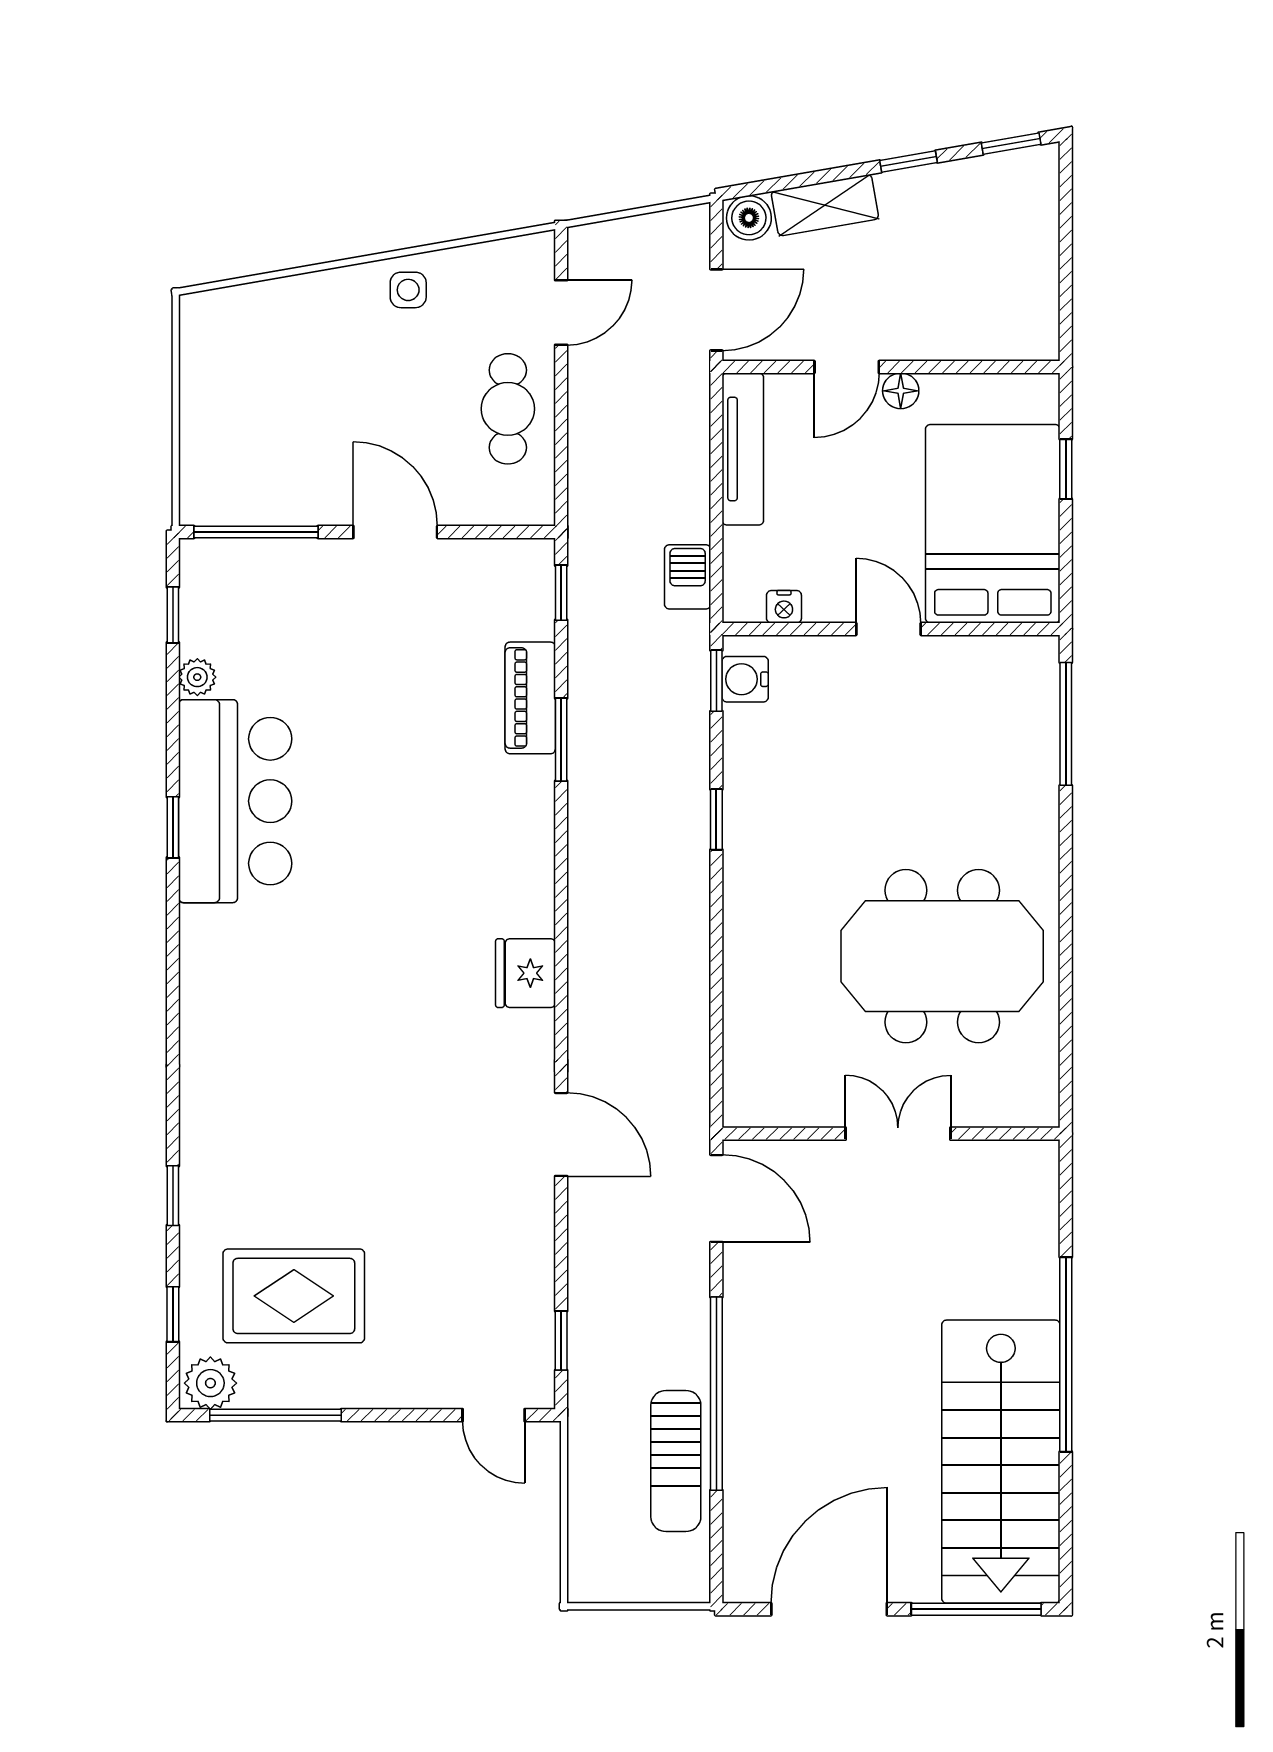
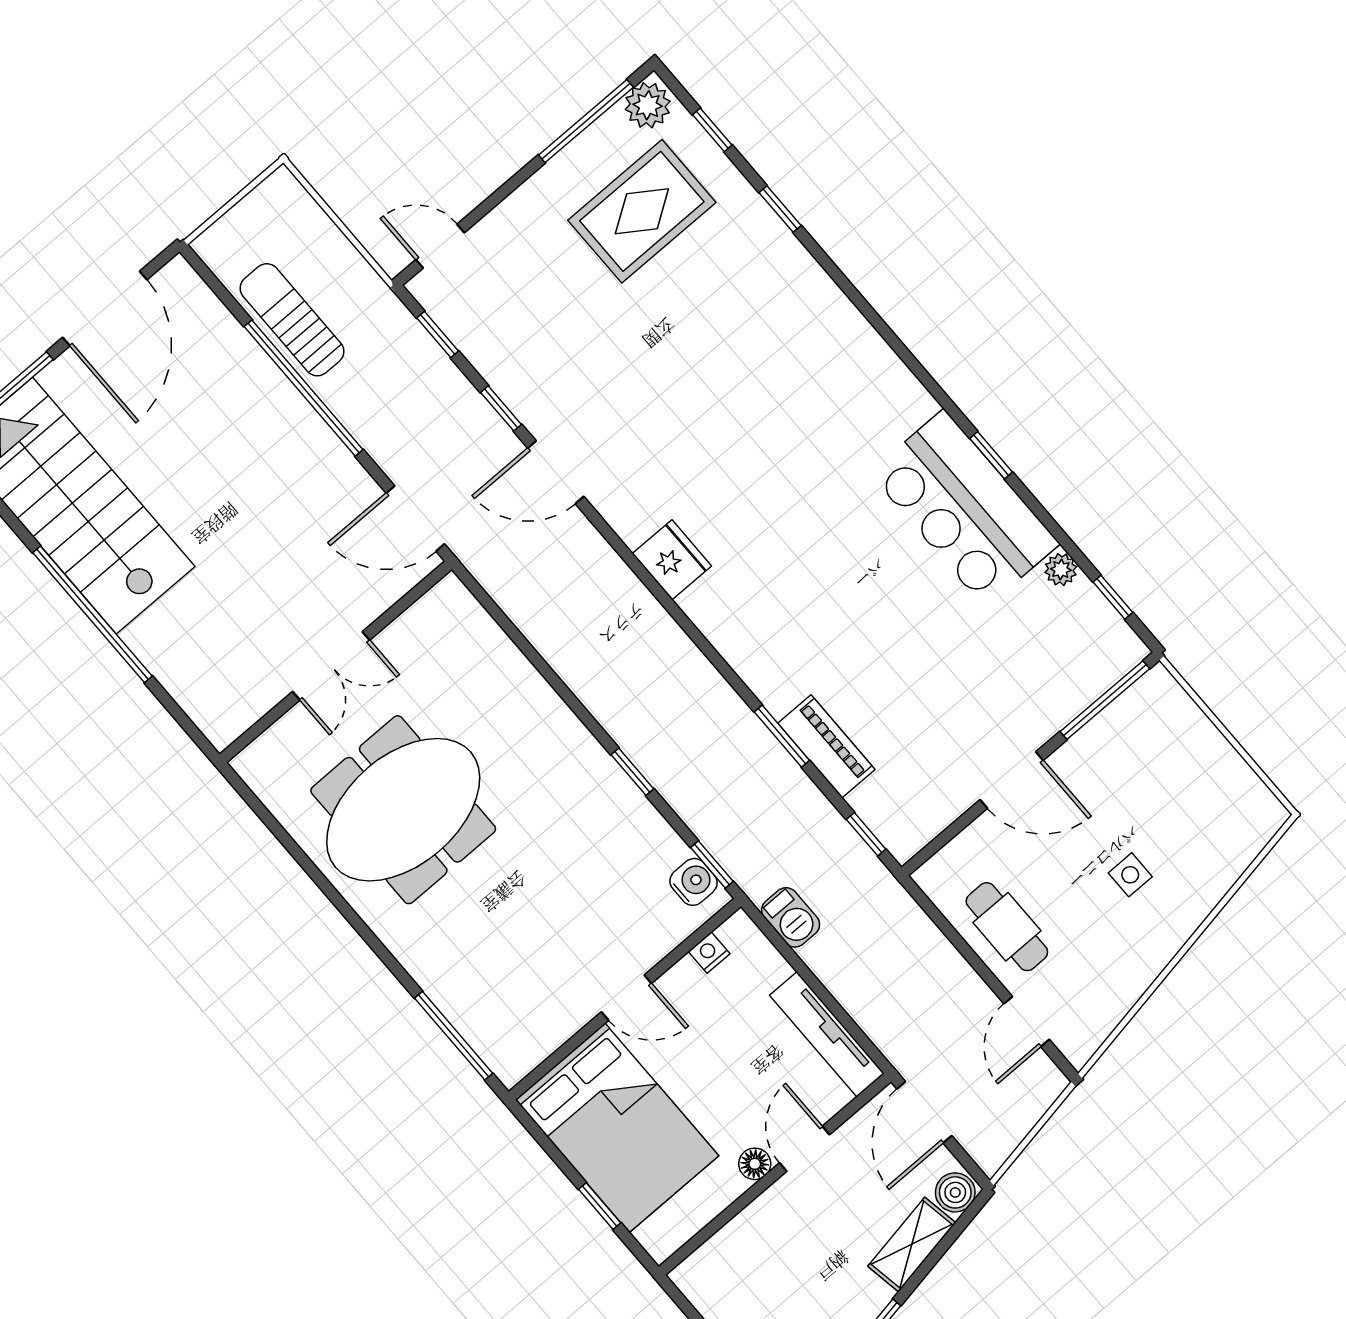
side table: (408, 290) -> (1130, 875), moved
window: (561, 1230) -> (501, 408), added

